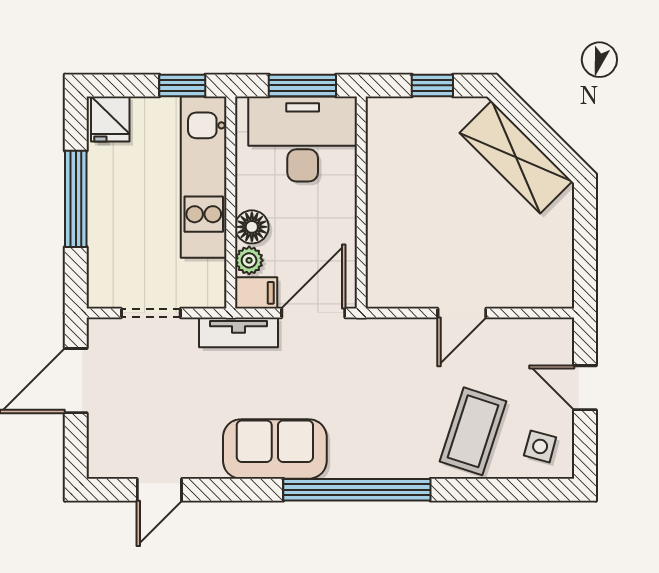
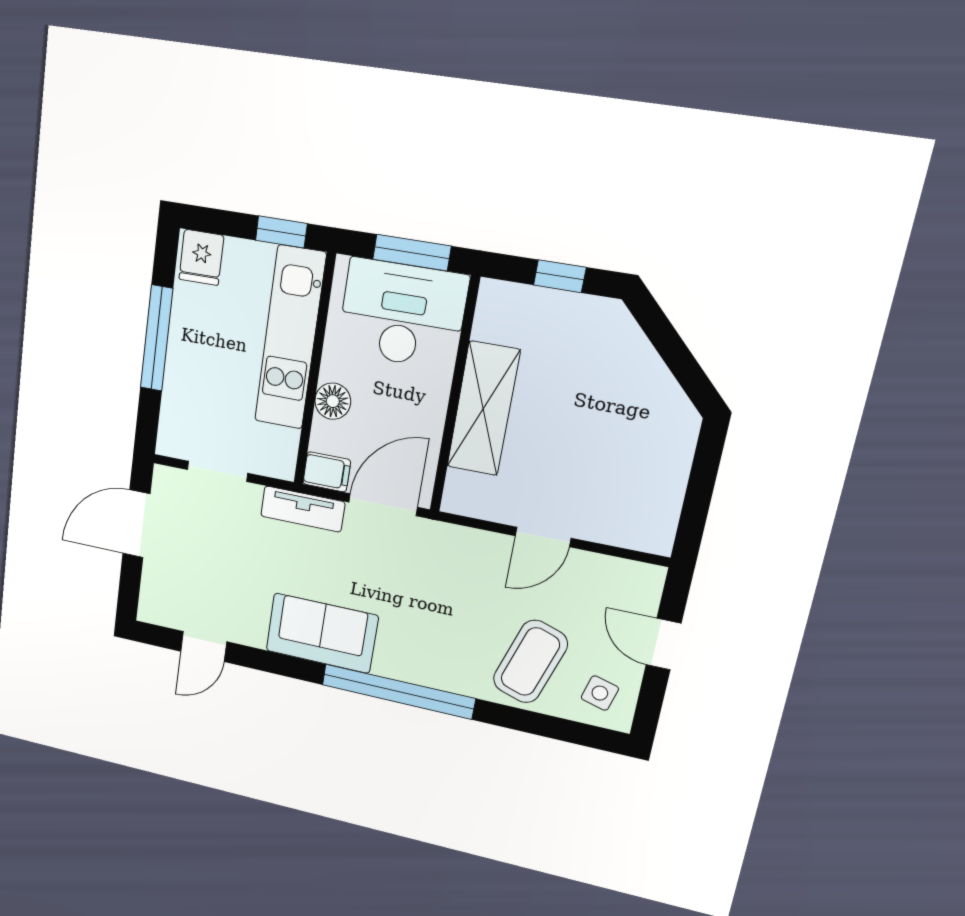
shelving: (516, 157) -> (483, 409), moved, turned 45
plant: (249, 260) -> (325, 436), removed

